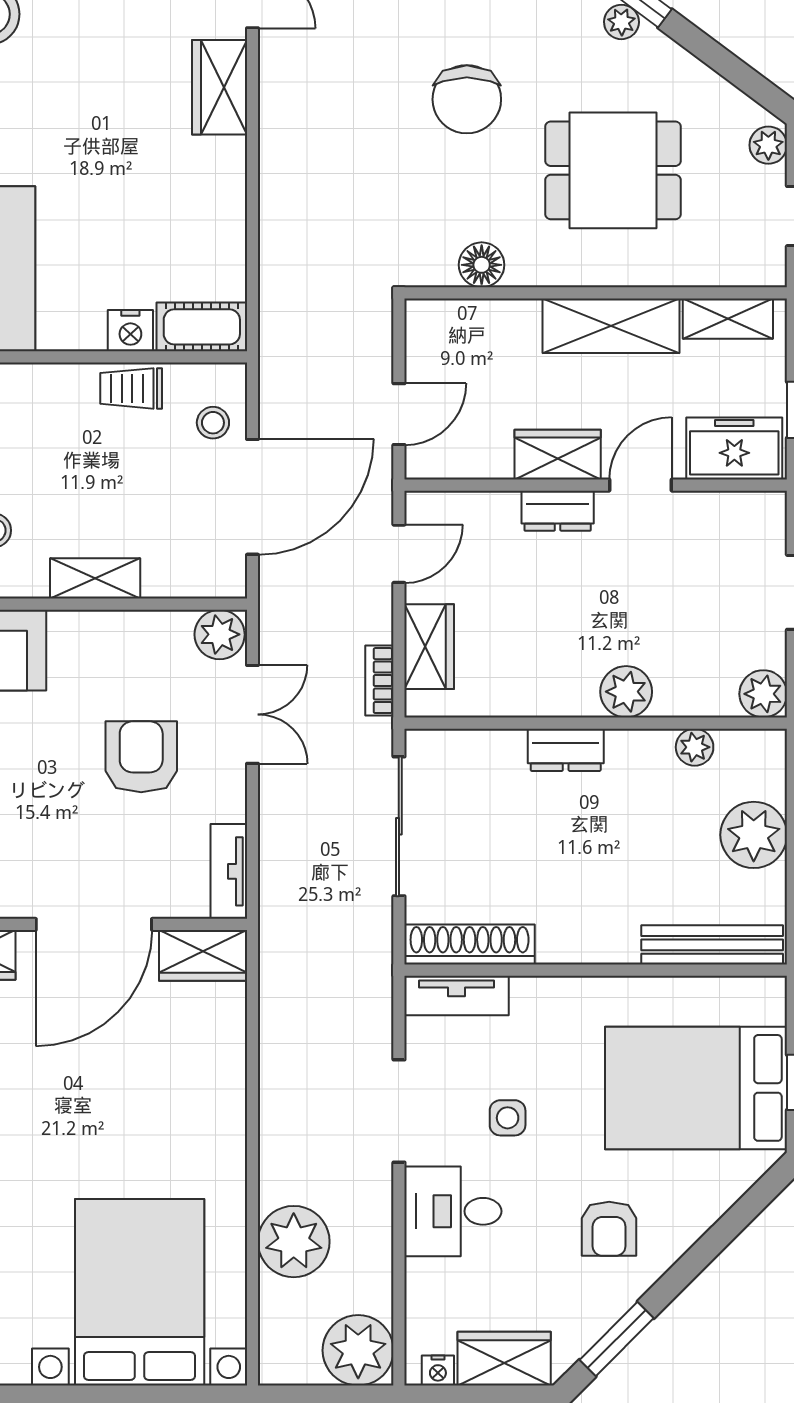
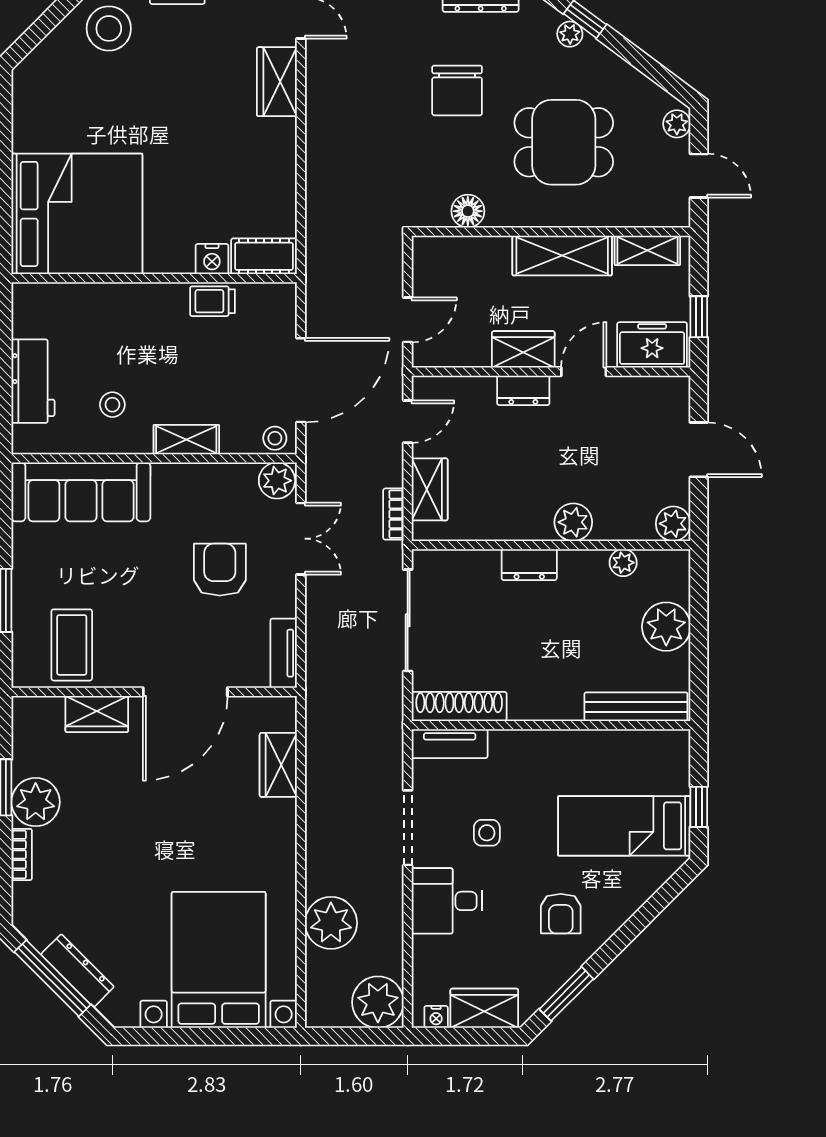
stool: (213, 423) -> (275, 438), moved
wardrobe: (203, 955) -> (278, 765), moved, turned 90
bed: (696, 1088) -> (624, 826), width x0.67

